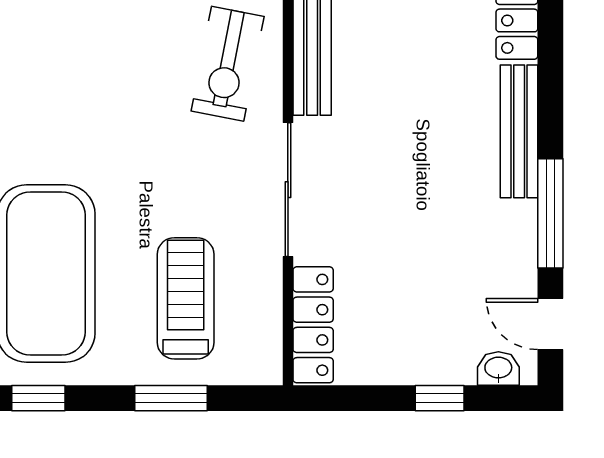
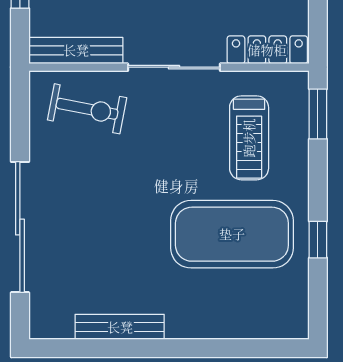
treadmill: (186, 298) -> (249, 138), turned -90
window: (171, 398) -> (318, 114), moved

